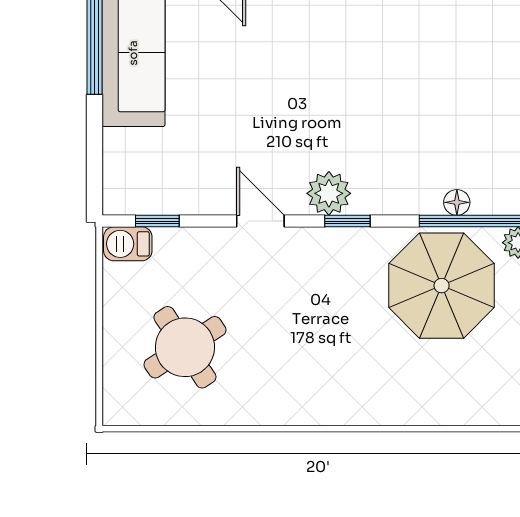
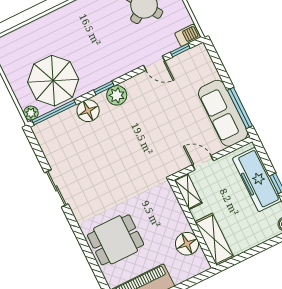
floor lamp: (457, 202) -> (88, 111), moved, width x1.89, depth x1.89
door: (260, 221) -> (154, 63), moved

